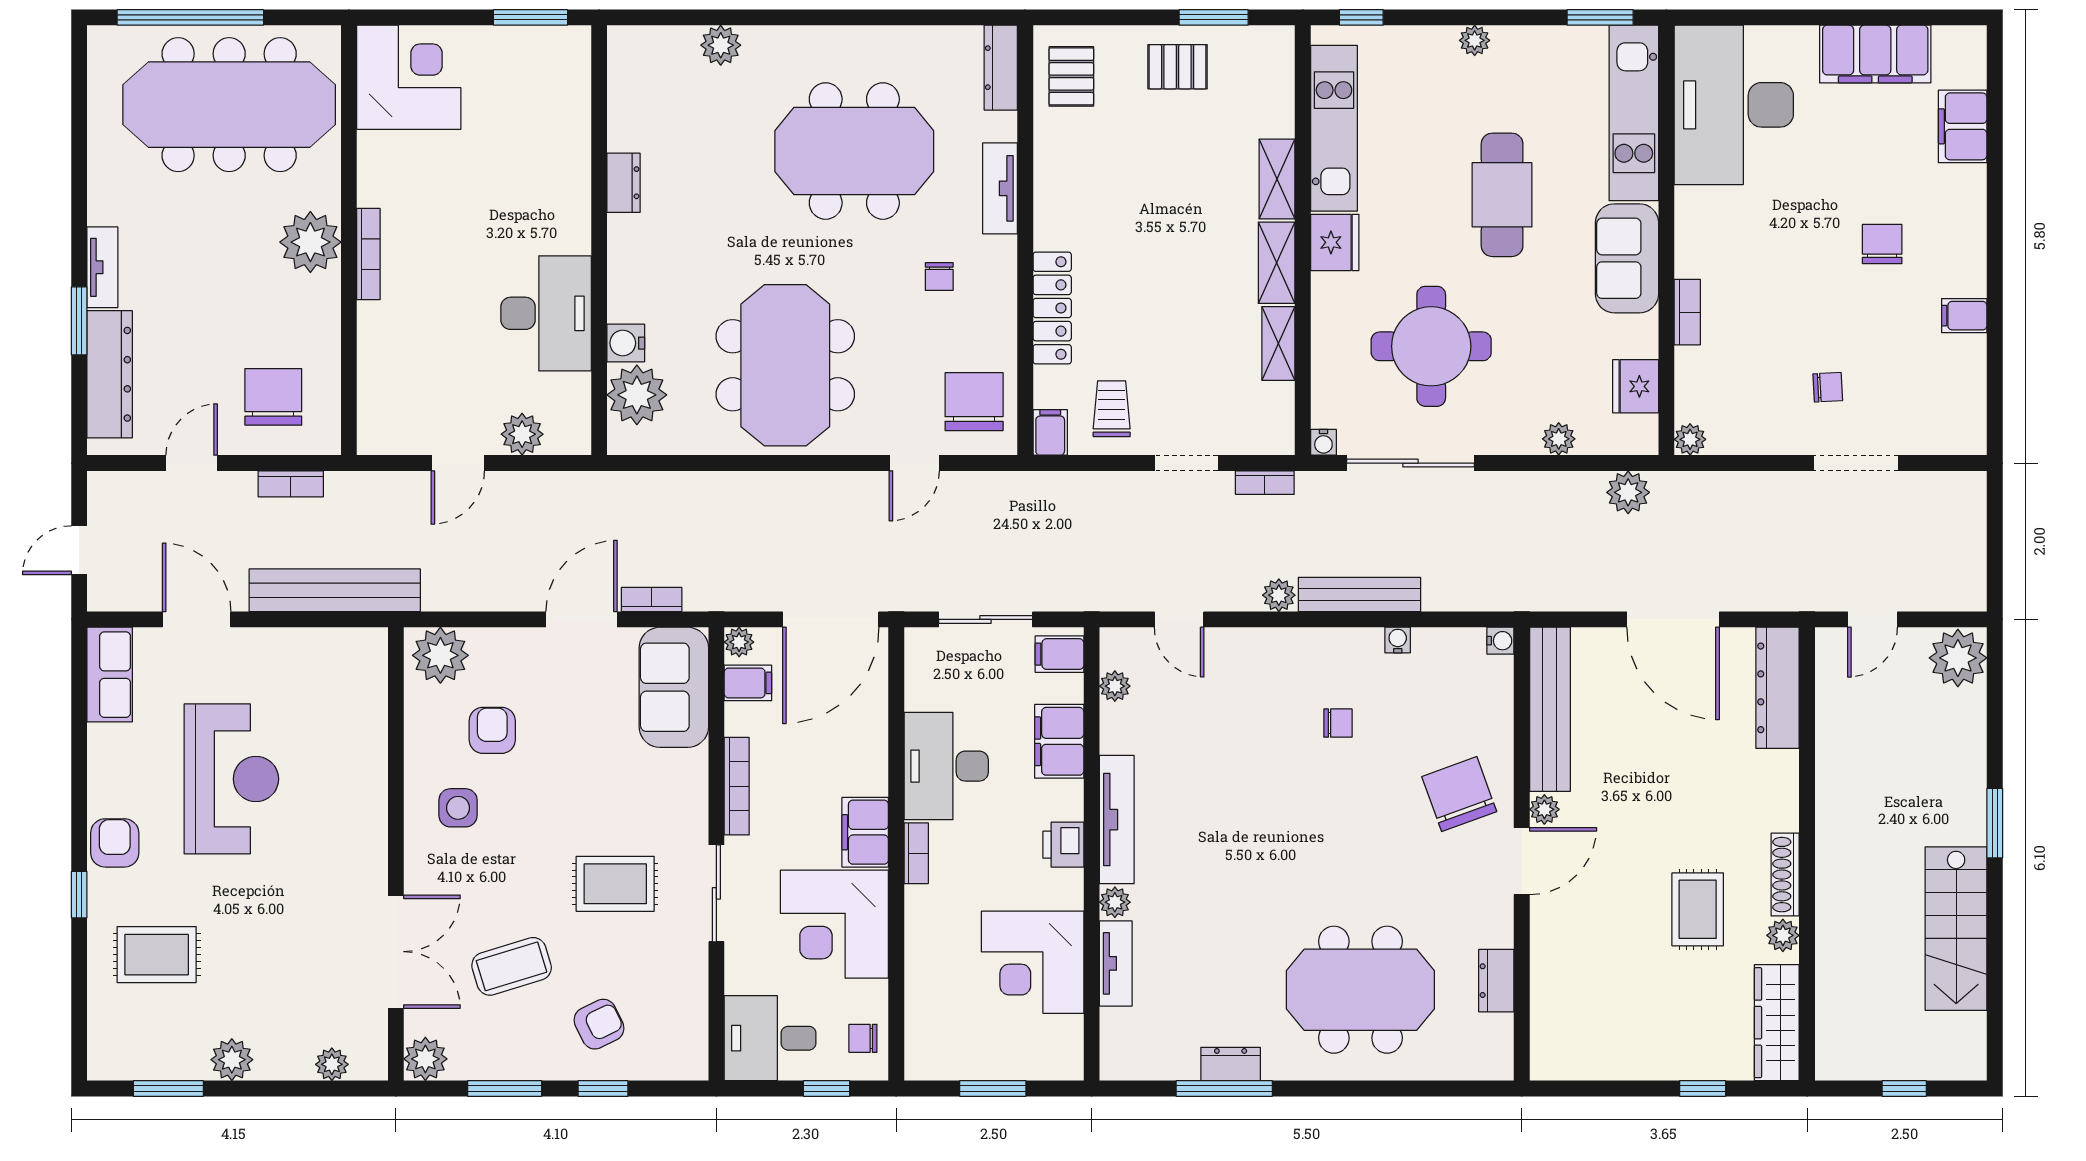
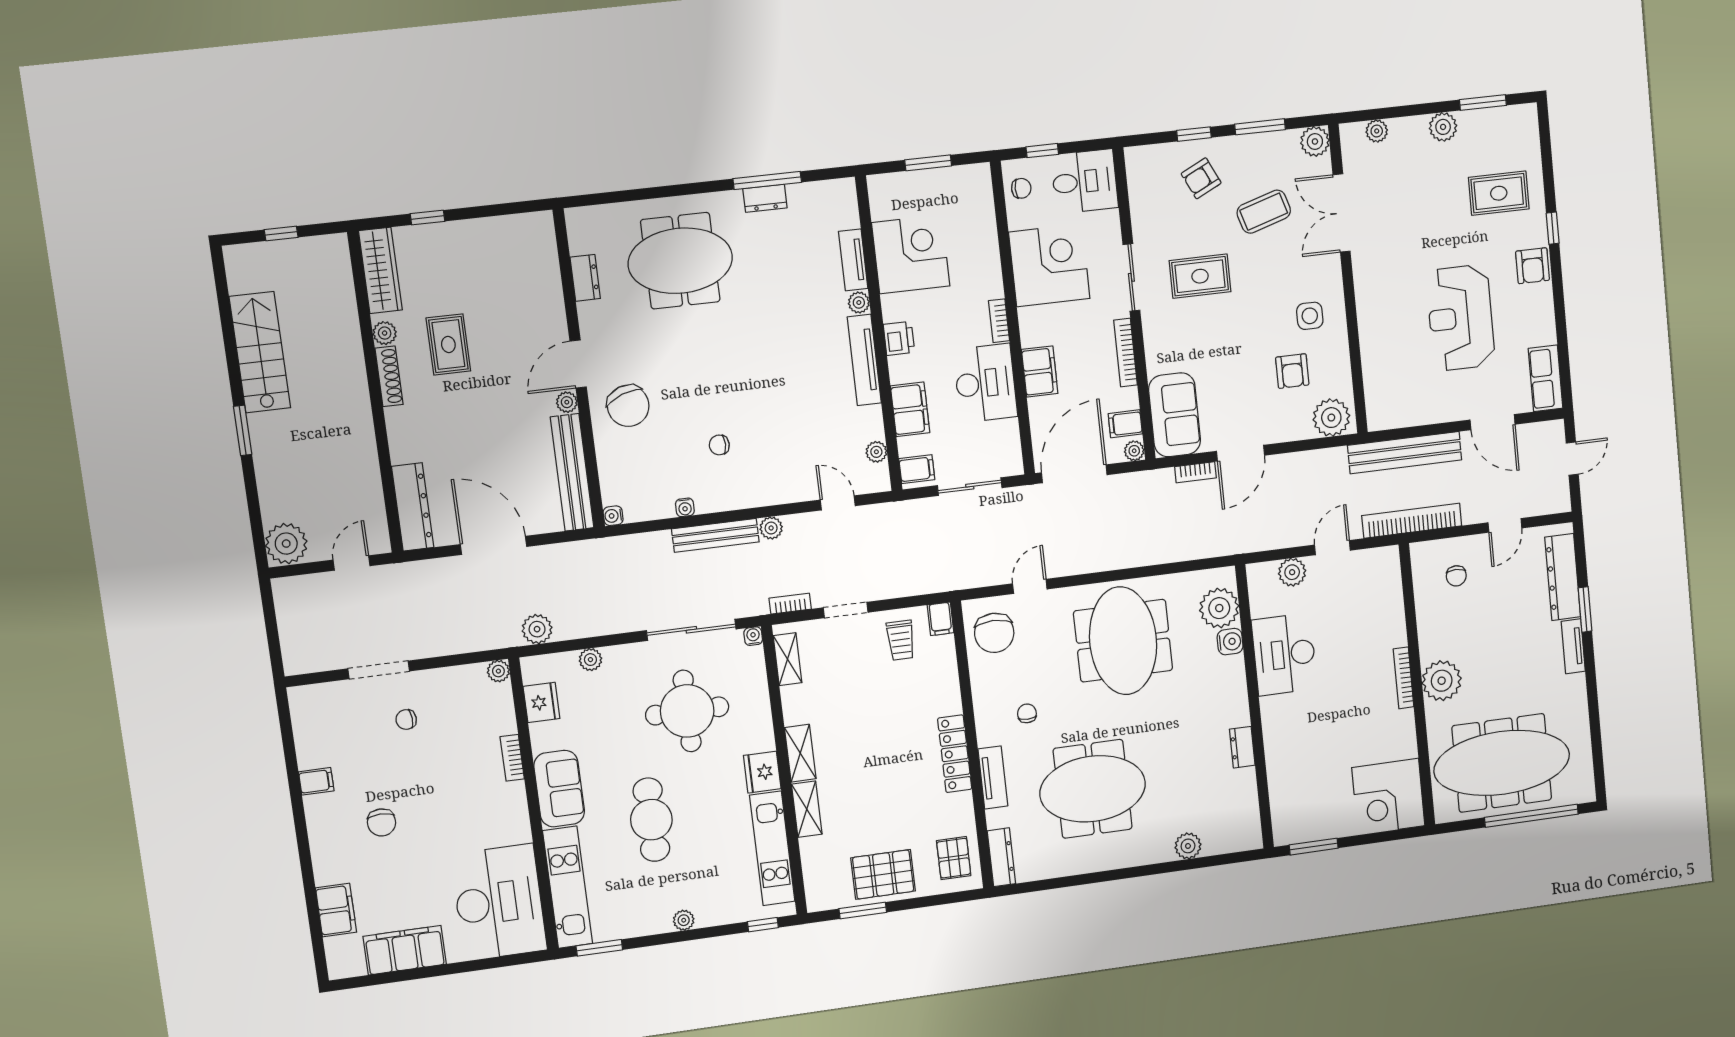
pallet: (1178, 67) -> (883, 874), width x1.50, depth x1.42
locker: (1052, 308) -> (955, 754), moved
shelving: (1278, 343) -> (788, 659), moved
chair: (273, 397) -> (1456, 576), width x0.54, depth x0.54
bookcase: (291, 484) -> (1412, 521), width x2.31, depth x1.31
filing cabinet: (865, 832) -> (1040, 371), moved

